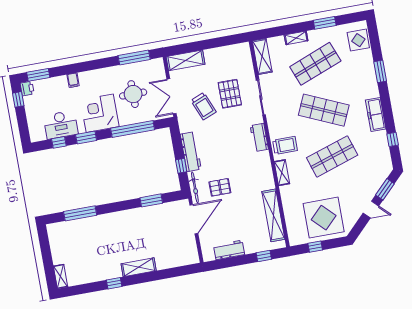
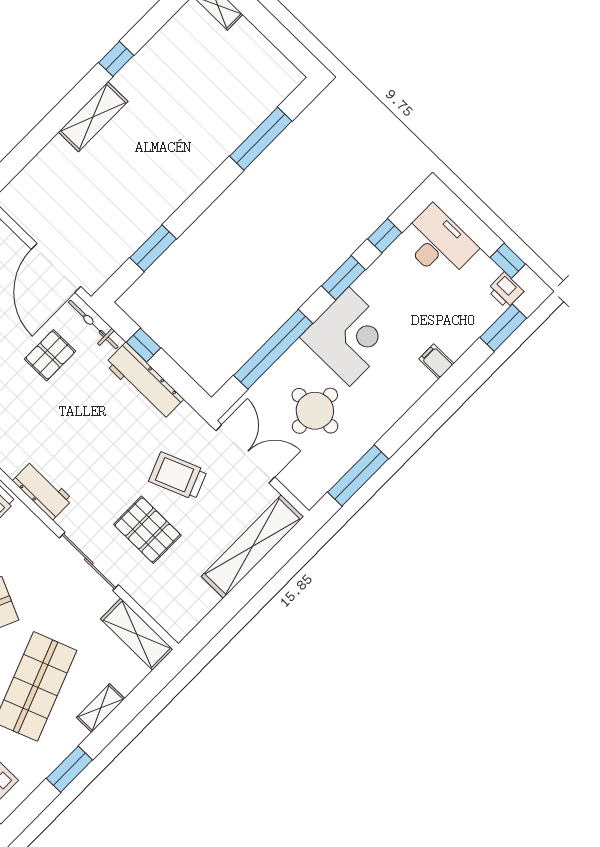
shelving: (185, 60) -> (252, 547), width x1.47
desk: (61, 125) -> (438, 243), moved, turned 90

